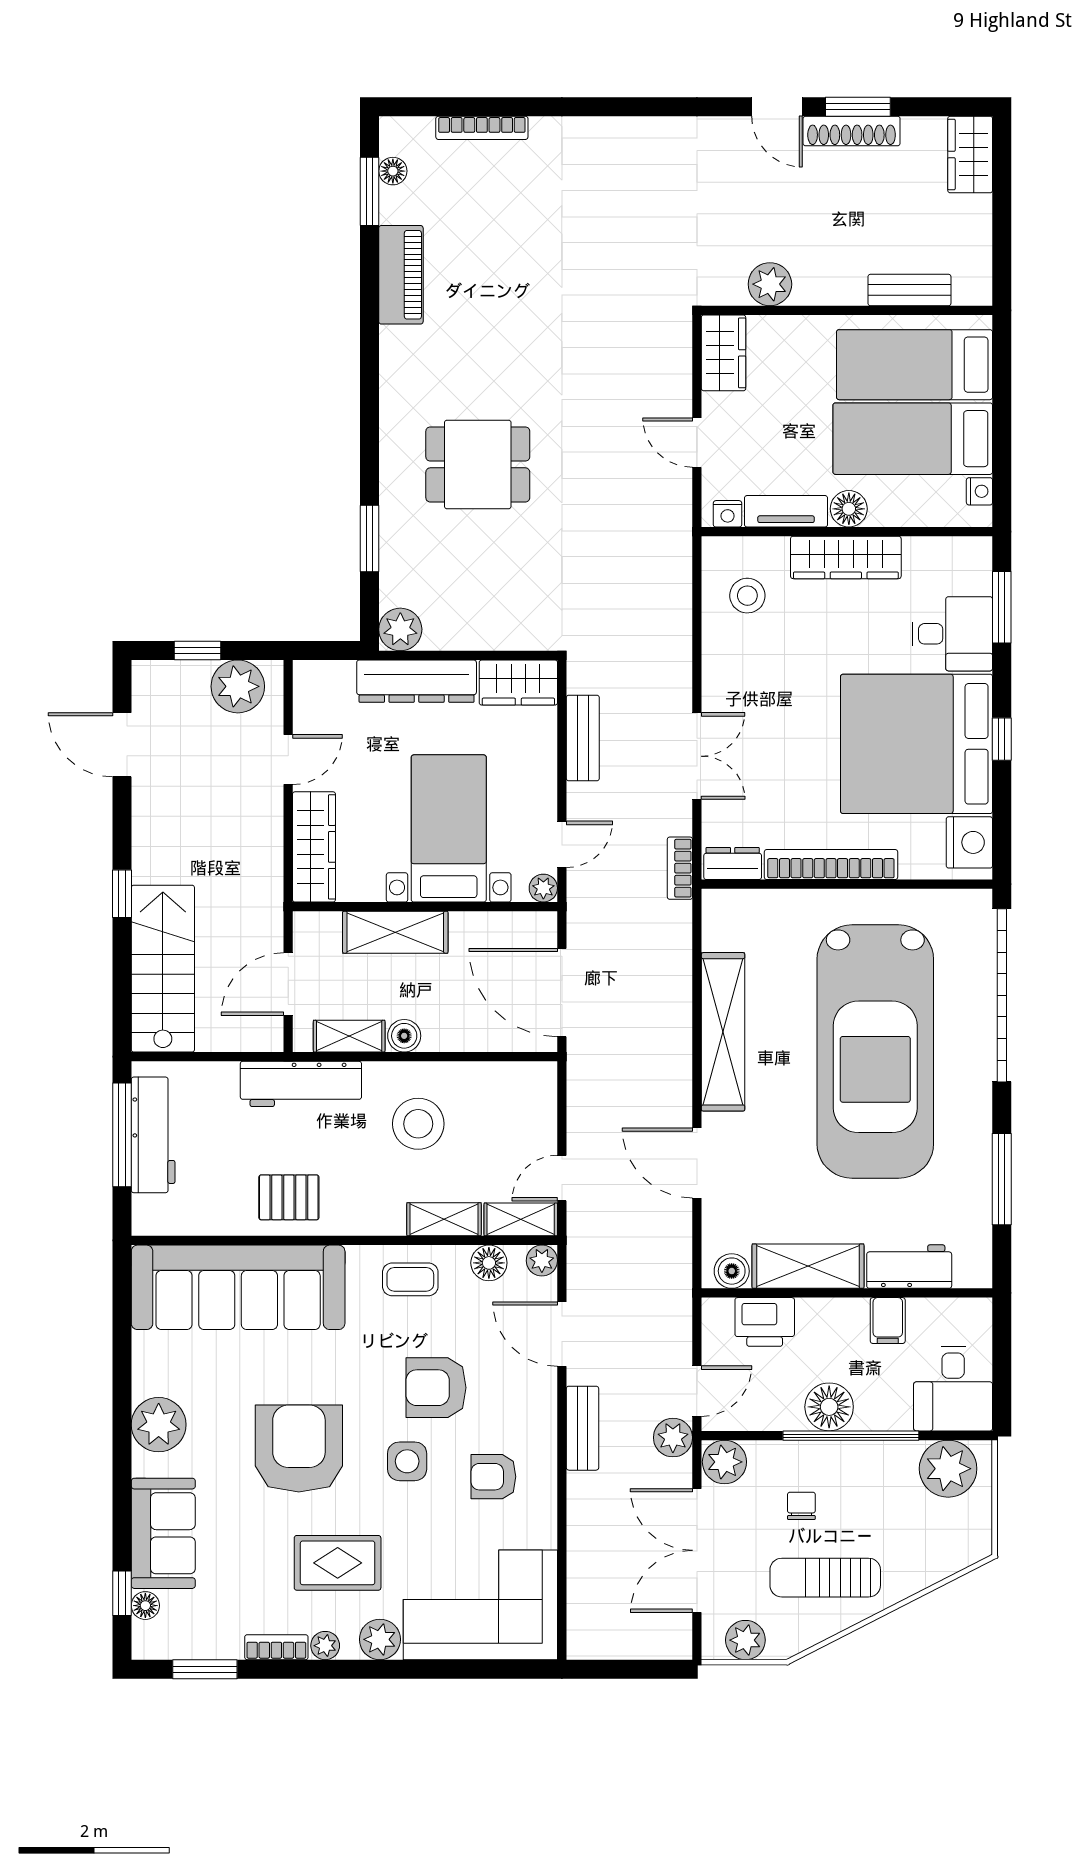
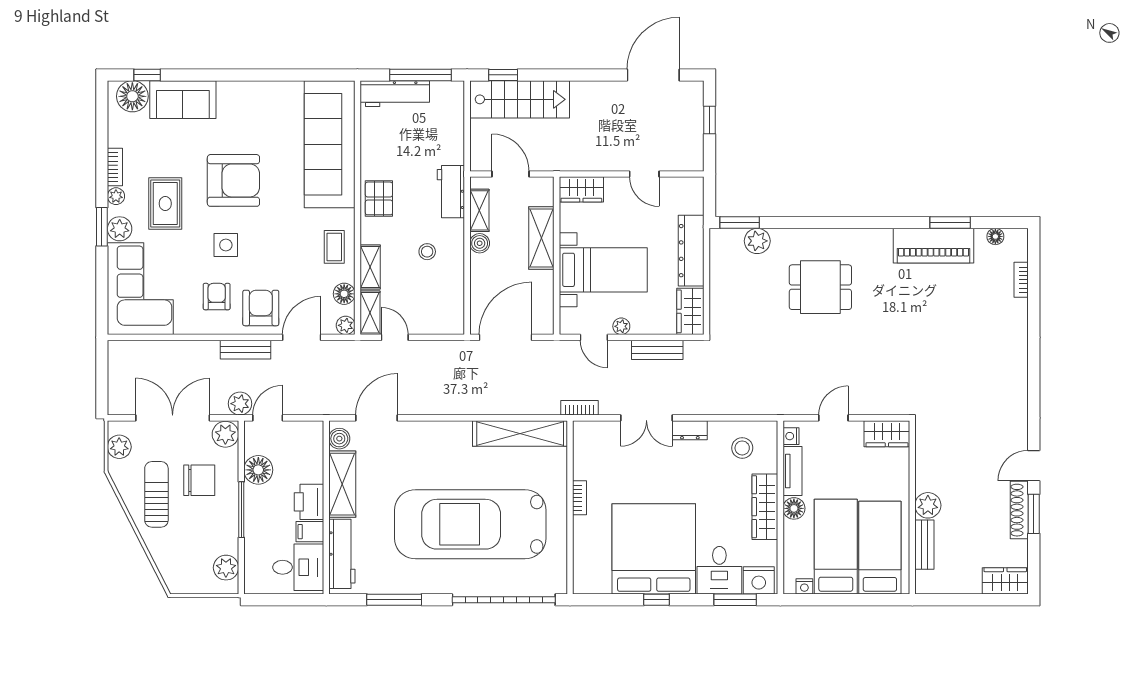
bookcase: (482, 128) -> (1021, 280), width x0.64
window: (370, 191) -> (950, 223), moved
piano: (401, 275) -> (933, 246), width x1.37, depth x1.33
plant: (770, 284) -> (928, 505), moved
dining table: (478, 464) -> (820, 287), turned 90
window: (370, 538) -> (740, 223), moved
plant: (400, 629) -> (757, 241), moved
plant: (238, 686) -> (688, 144), removed
door: (122, 745) -> (653, 75), width x1.36
nightstand: (969, 842) -> (759, 580), moved
wardrobe: (314, 847) -> (581, 189), width x0.67
dresser: (733, 863) -> (690, 430), moved, turned 90
bookcase: (831, 865) -> (580, 498), width x0.43, depth x0.76
plant: (543, 888) -> (621, 326), moved
window: (122, 894) -> (503, 75), moved
shelving: (723, 1032) -> (520, 433), moved
workbench: (301, 1084) -> (451, 192), width x0.73
stool: (418, 1124) -> (427, 252), width x0.53, depth x0.53
workbench: (153, 1135) -> (395, 94), moved
door: (697, 1163) -> (377, 418), moved
pallet: (289, 1197) -> (379, 198), moved
workbench: (909, 1267) -> (342, 554), width x1.38
printer: (765, 1322) -> (309, 502), moved
armchair: (436, 1388) -> (261, 308), moved
desk: (953, 1389) -> (298, 567), moved, turned 180
door: (697, 1391) -> (268, 418), swing flipped
floor lamp: (829, 1407) -> (258, 470), moved
plant: (159, 1425) -> (248, 97), removed
window: (851, 1436) -> (241, 510), width x0.68
plant: (948, 1469) -> (226, 568), width x0.73, depth x0.73
chair: (801, 1506) -> (199, 480), width x1.87, depth x1.87
floor lamp: (145, 1606) -> (132, 96), width x1.89, depth x1.89
window: (205, 1669) -> (102, 227), moved

